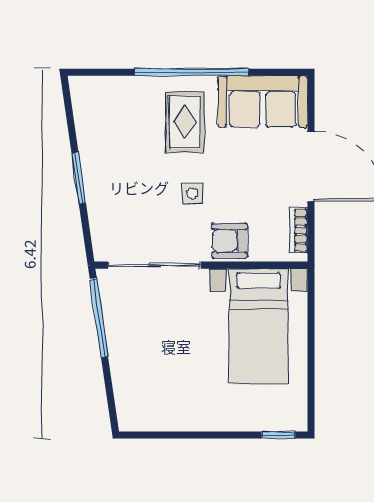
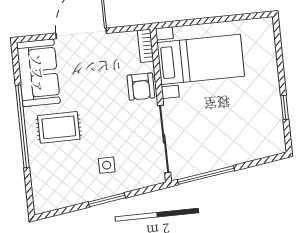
side table: (192, 193) -> (107, 165), moved
bookcase: (298, 230) -> (146, 46), moved, turned 90
window: (278, 435) -> (285, 107), moved

